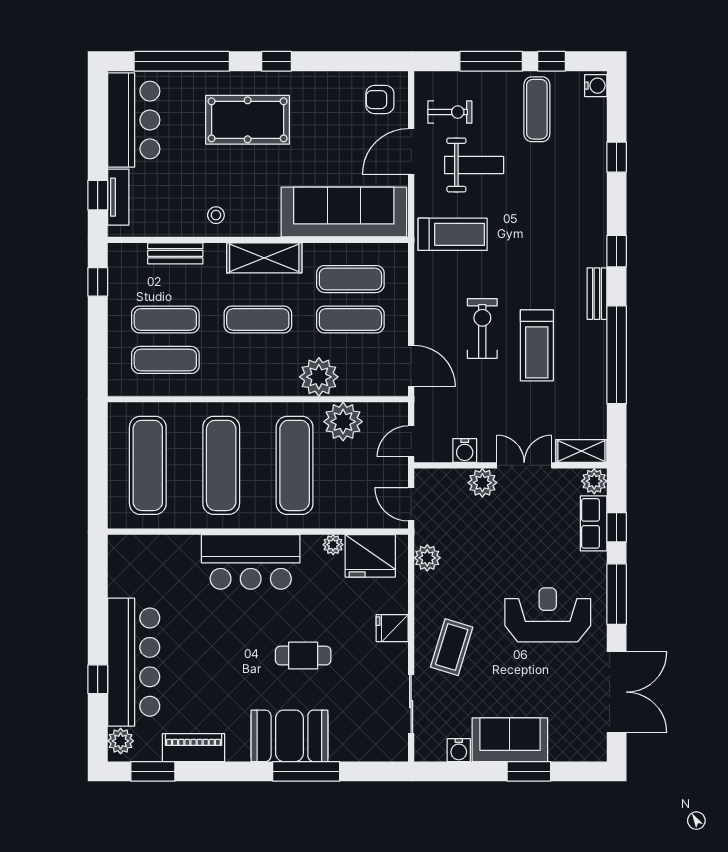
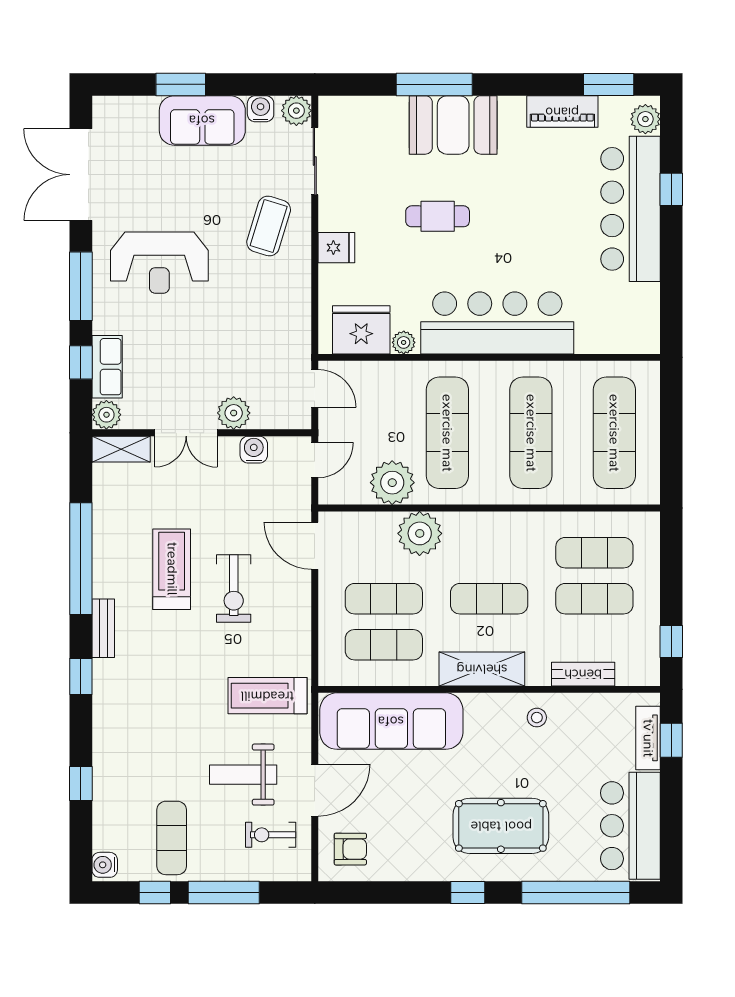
plant: (427, 558) -> (296, 111), moved
bar counter: (251, 562) -> (497, 323), width x1.36

